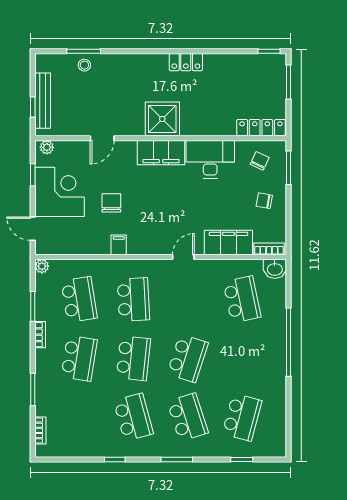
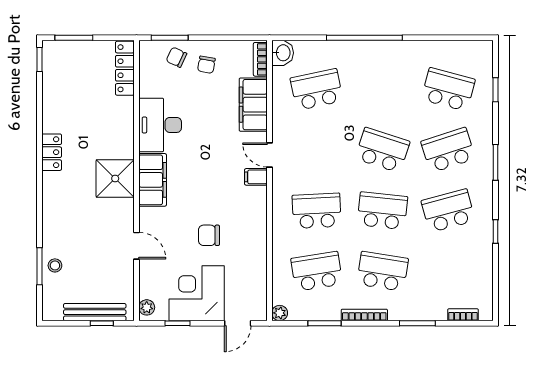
chair: (260, 161) -> (176, 57), moved
filing cabinet: (119, 245) -> (256, 177), moved
bookcase: (40, 335) -> (364, 315), width x1.56

